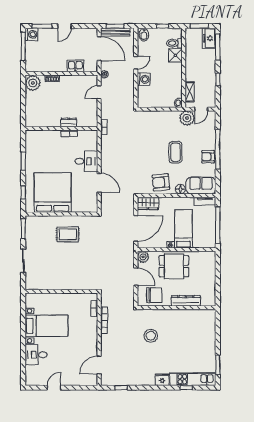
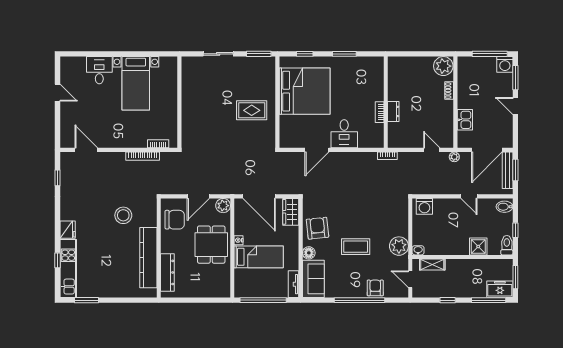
toilet: (174, 43) -> (507, 245), moved
washing machine: (144, 79) -> (424, 206), moved
plant: (187, 118) -> (399, 246), moved
armchair: (208, 157) -> (375, 288), moved
rug: (68, 234) -> (252, 110), turned 90
chair: (154, 295) -> (175, 220), turned -90
dresser: (186, 301) -> (167, 272), moved
kitchen counter: (184, 316) -> (148, 258), added

